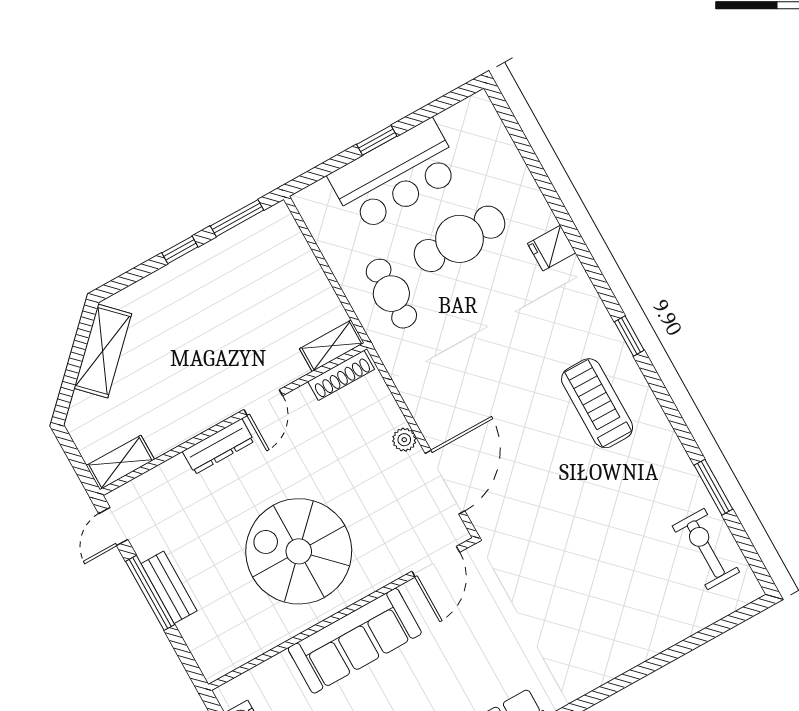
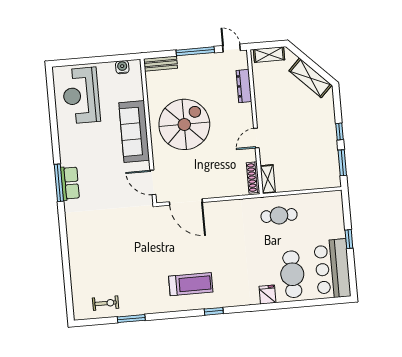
bar counter: (396, 175) -> (332, 269), moved
cafe table: (459, 239) -> (292, 274), moved
door: (263, 403) -> (256, 138), hinge flipped
plant: (404, 440) -> (213, 193), removed
dresser: (218, 446) -> (244, 86), moved
shelving: (120, 463) -> (269, 55), moved, turned 90
exercise bike: (706, 549) -> (106, 303), width x0.73, depth x0.72
bench: (169, 587) -> (161, 64), moved

